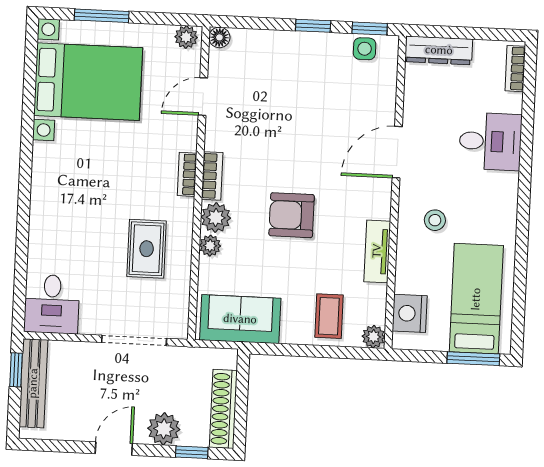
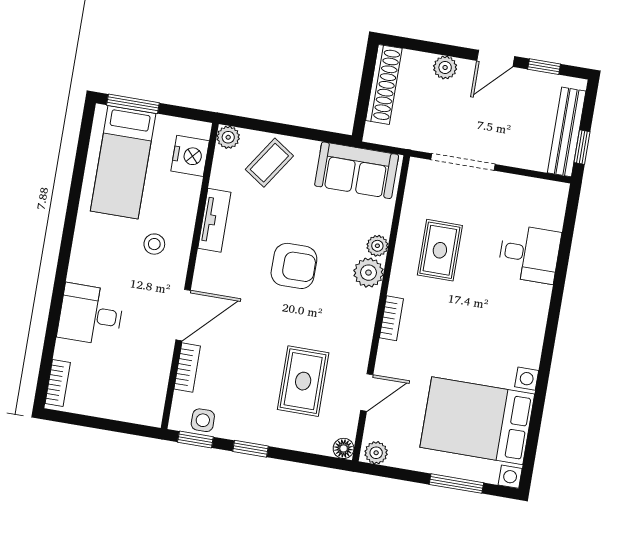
dresser: (439, 50) -> (130, 410), removed
rug: (268, 100) -> (303, 381), added
bookcase: (212, 176) -> (187, 367), moved, turned 180
desk: (52, 304) -> (529, 254), moved, turned 90
coffee table: (329, 316) -> (269, 163), turned 34
plant: (164, 429) -> (445, 67), width x0.73, depth x0.73
window: (192, 452) -> (544, 67), moved

